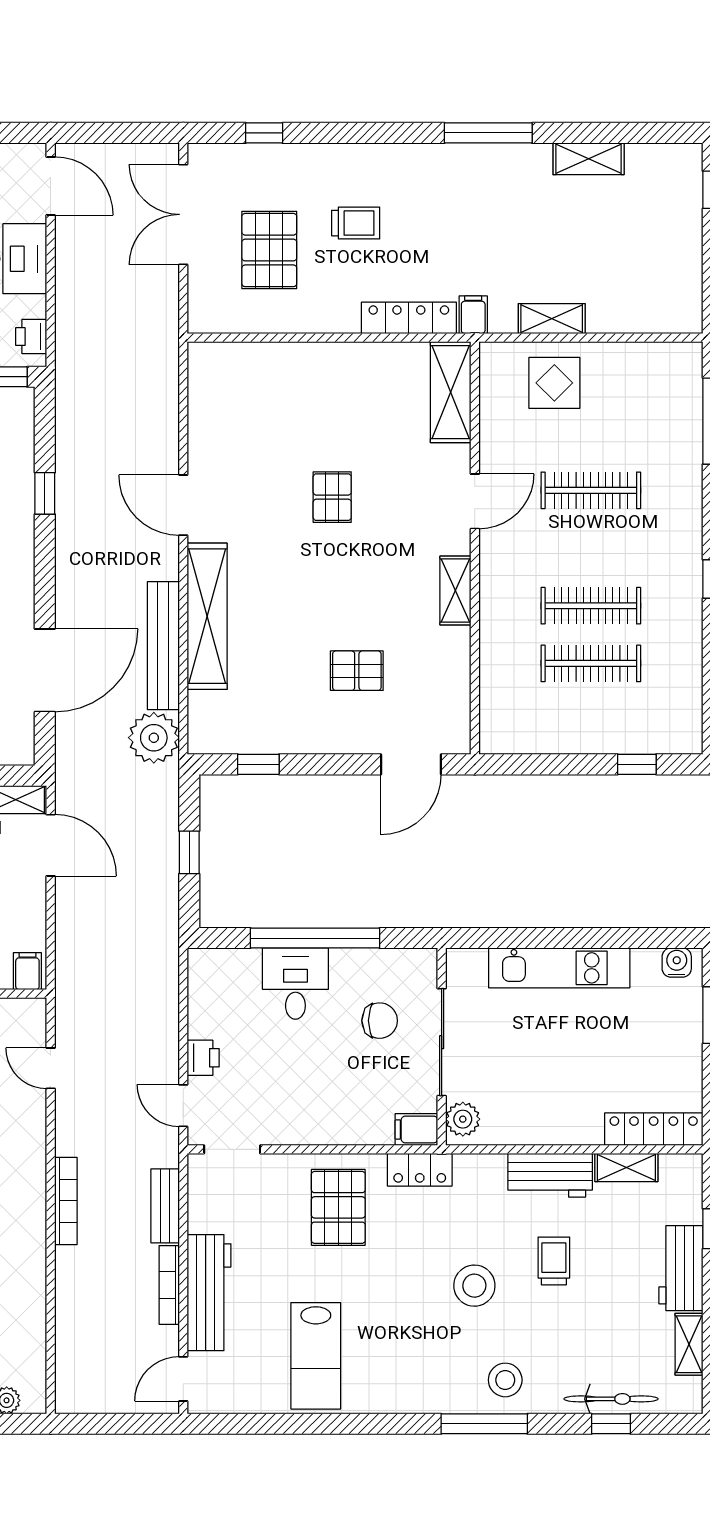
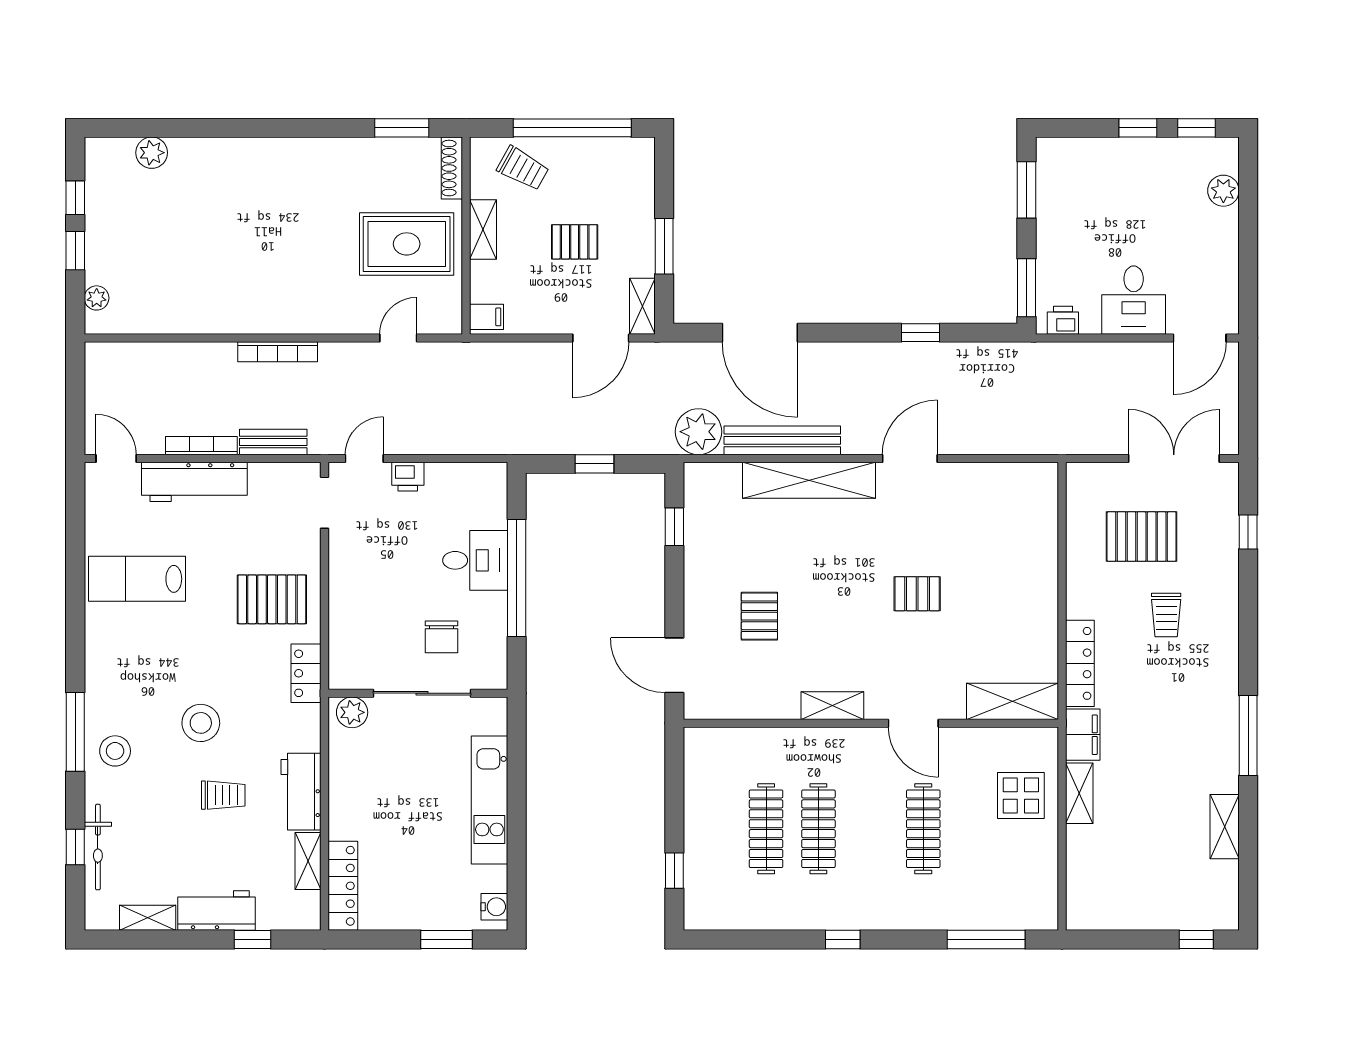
filing cabinet: (473, 315) -> (1083, 735), width x2.00
filing cabinet: (416, 1130) -> (343, 670), removed

